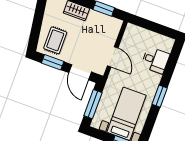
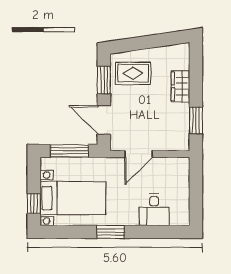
door: (80, 72) -> (104, 120), hinge flipped

